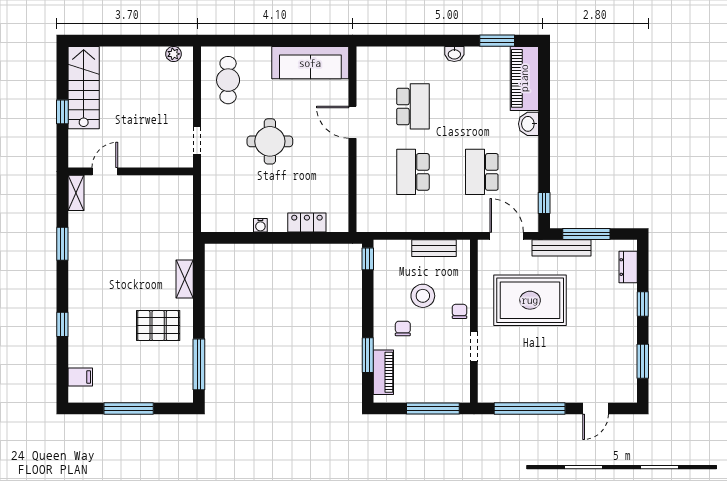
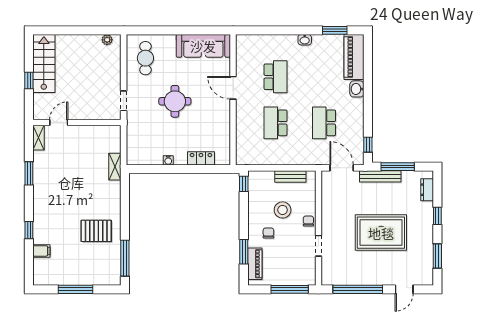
shelving: (185, 279) -> (115, 167), moved
rug: (530, 300) -> (381, 233), moved
filing cabinet: (80, 377) -> (41, 251), moved

